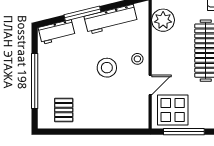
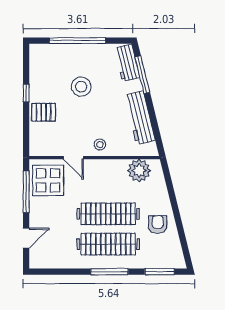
window: (82, 13) -> (142, 75), moved
stool: (107, 68) -> (81, 87), moved
pallet: (64, 110) -> (44, 112), moved
window: (86, 132) -> (26, 93), added

